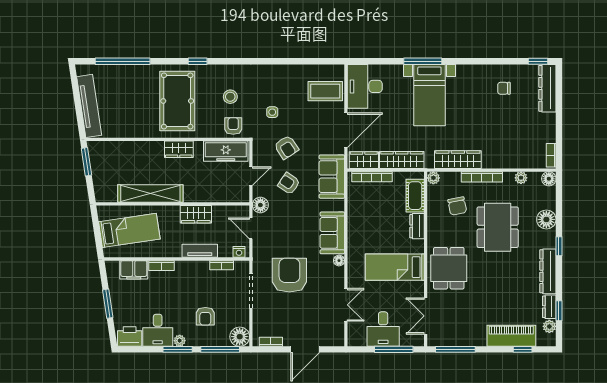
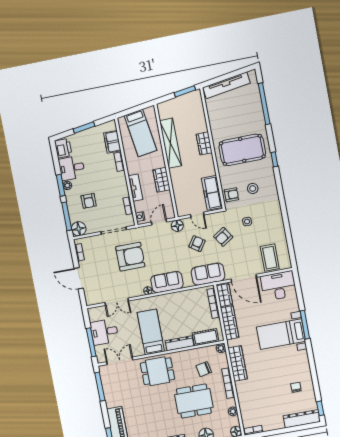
wardrobe: (179, 149) -> (204, 143), moved
dresser: (417, 226) -> (179, 343), width x1.44
armchair: (205, 316) -> (89, 201), turned -90

